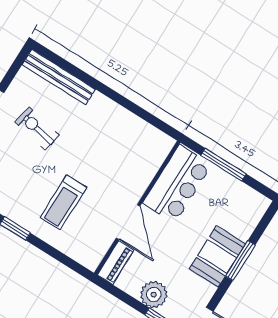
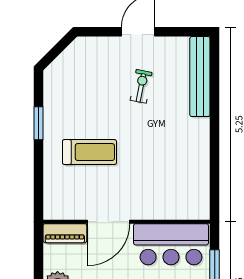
exercise bike: (37, 129) -> (141, 86), width x0.73, depth x0.72
treadmill: (63, 202) -> (90, 152), turned 180

